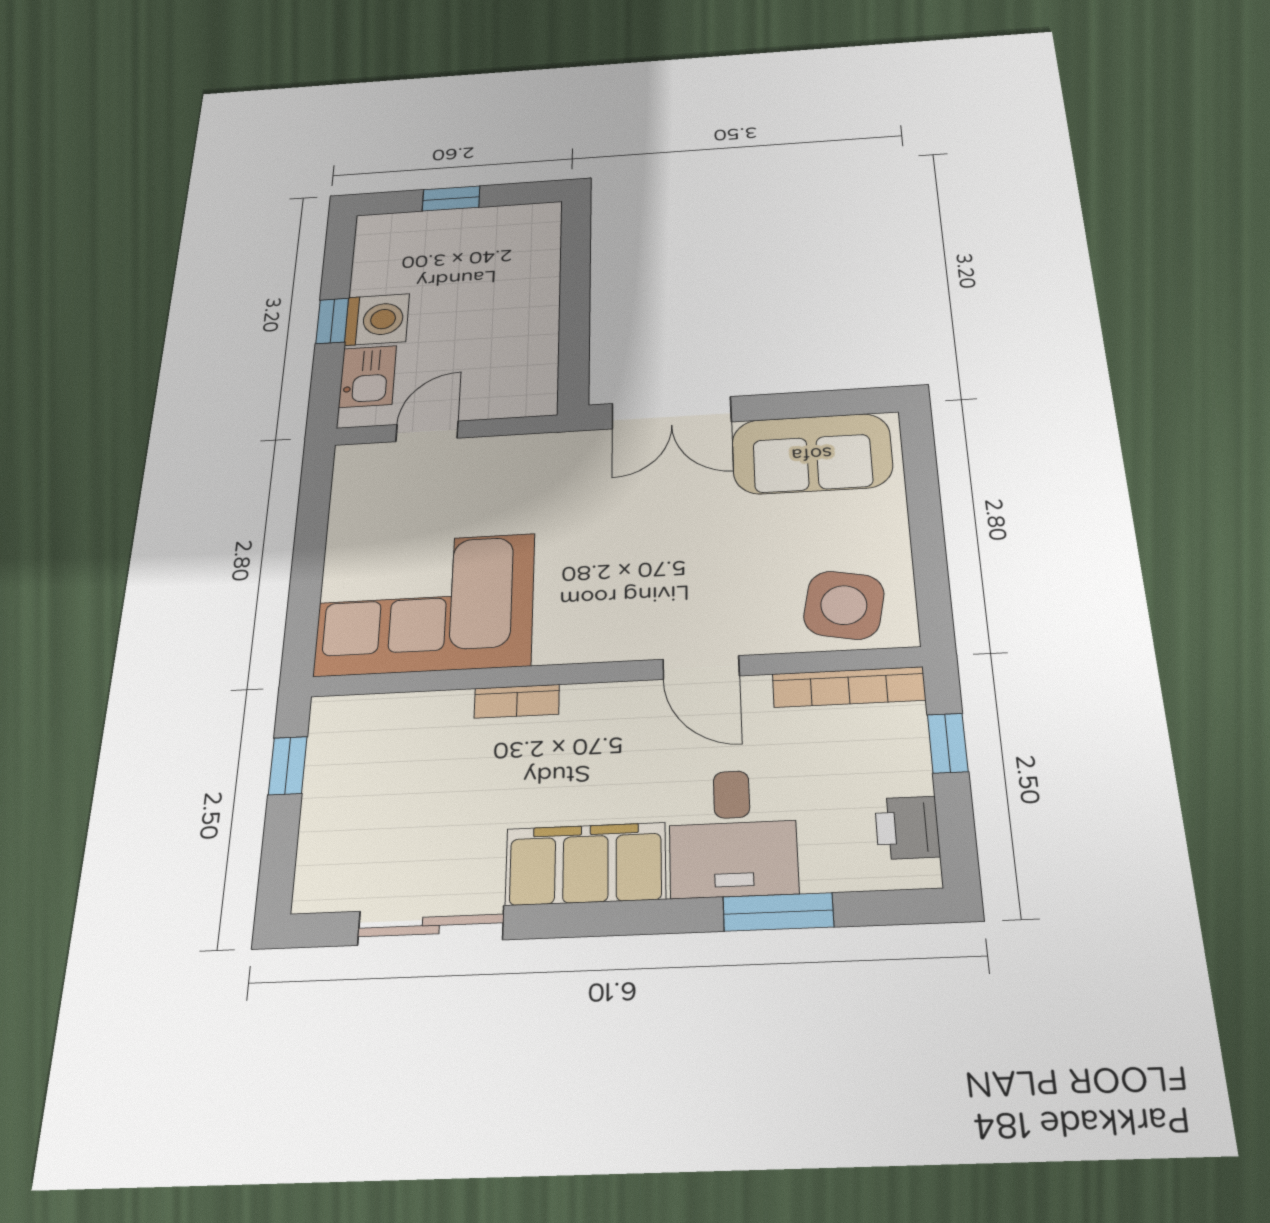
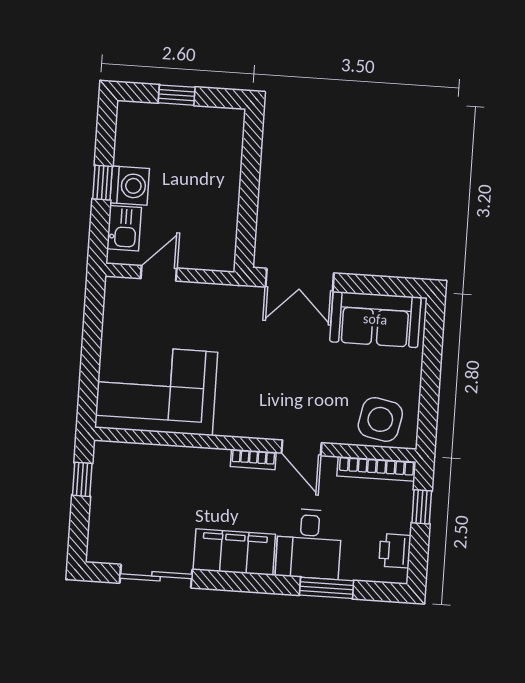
bookcase: (517, 701) -> (253, 459), moved

